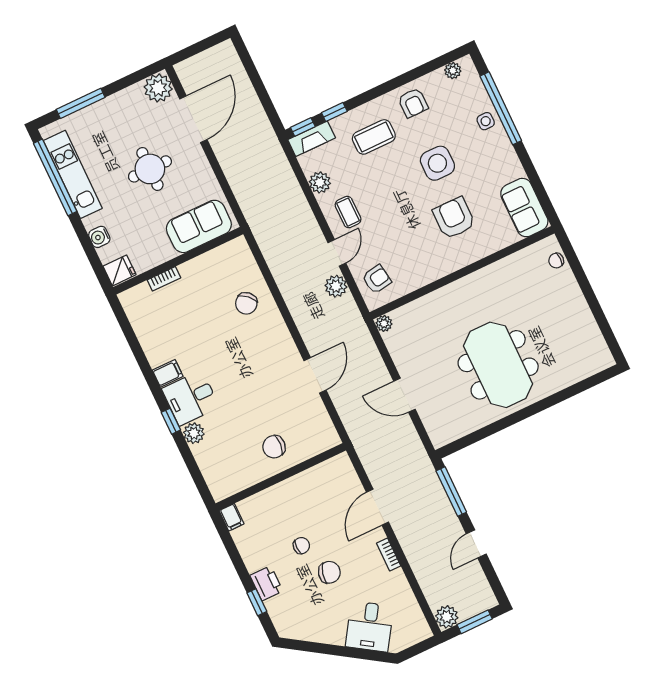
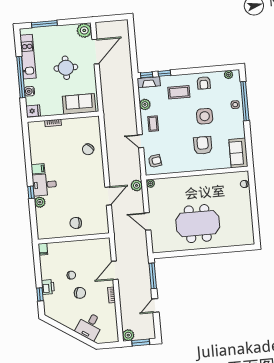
window: (55, 177) -> (21, 77), moved
door: (337, 253) -> (140, 141), swing flipped
plant: (336, 286) -> (137, 185), moved
meeting table: (498, 365) -> (198, 224), turned 90

